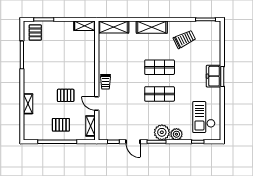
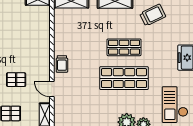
shop shelf: (160, 94) -> (124, 78), width x1.43, depth x1.36

